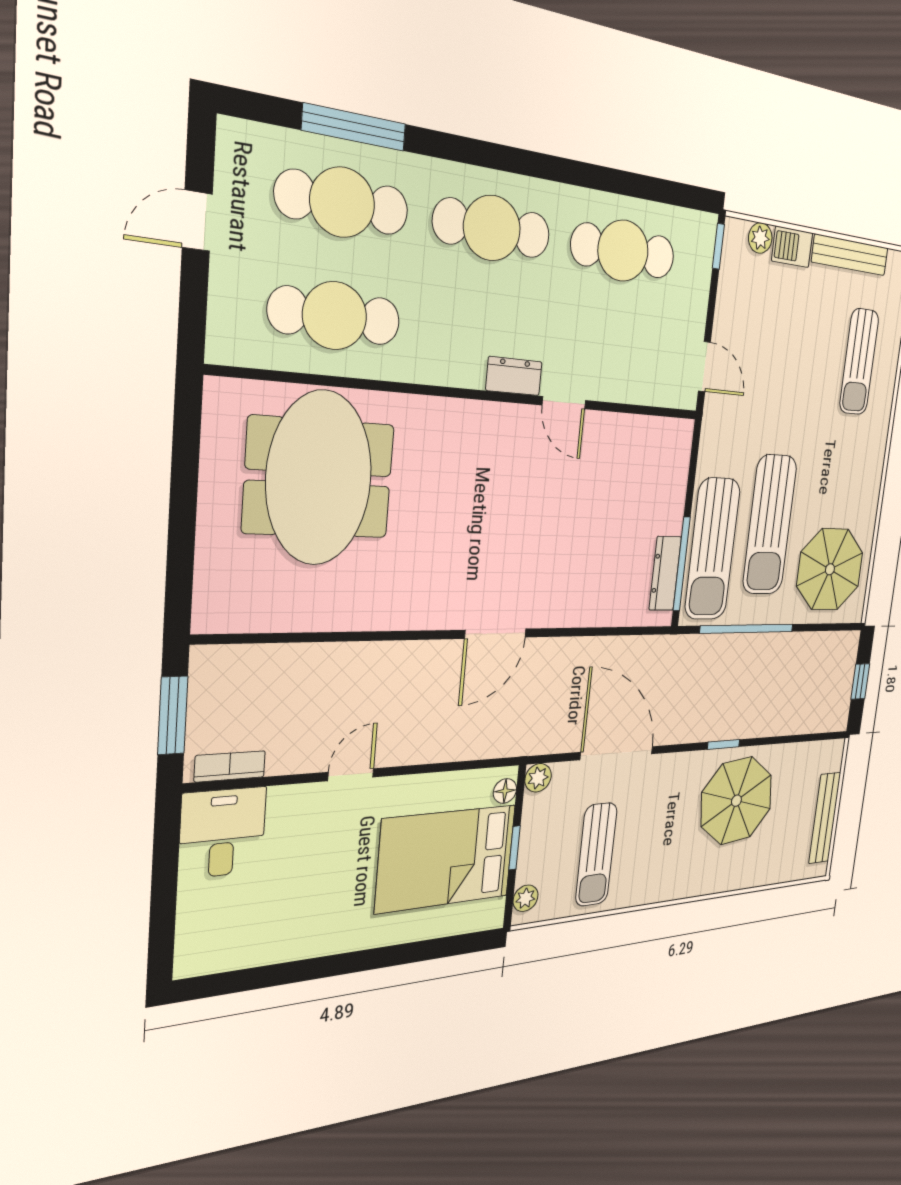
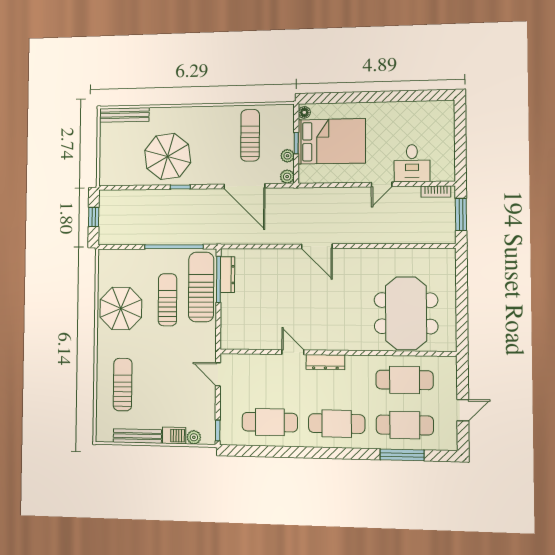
dresser: (514, 376) -> (325, 362), width x1.44
sun lounger: (770, 525) -> (167, 300), width x0.73, depth x0.75
parasol: (830, 569) -> (121, 309), moved
door: (496, 634) -> (317, 246), swing flipped
floor lamp: (505, 791) -> (304, 112), moved
bench: (825, 818) -> (124, 115), moved, turned 90
desk: (222, 833) -> (412, 163), moved
plant: (526, 898) -> (287, 156), moved

